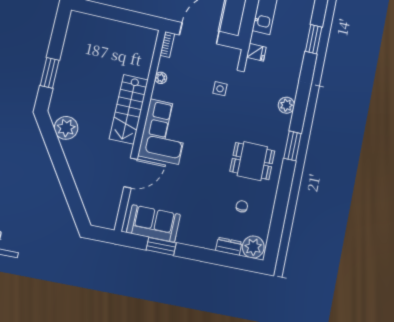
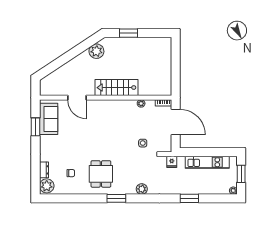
corner sofa: (164, 132) -> (107, 113), removed

